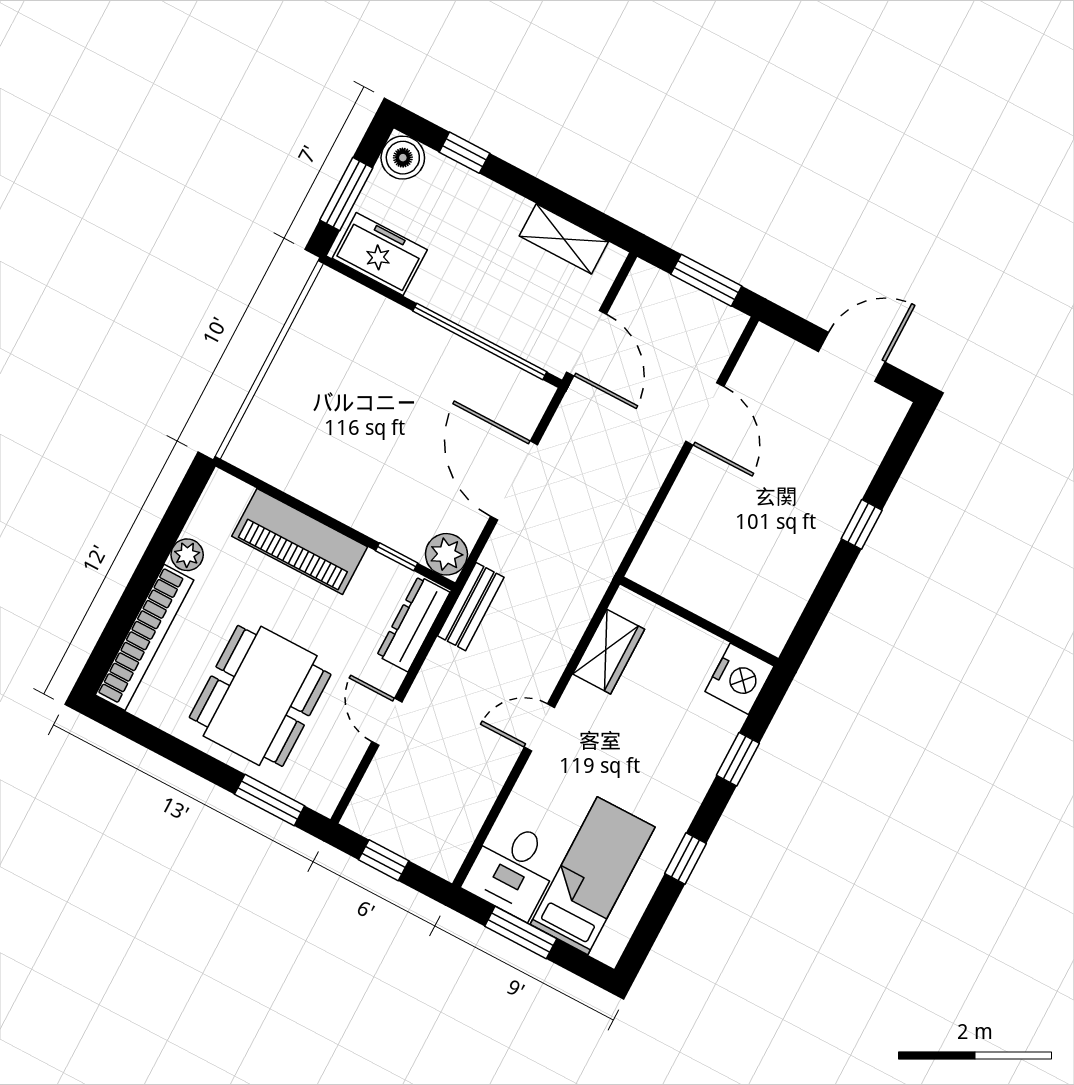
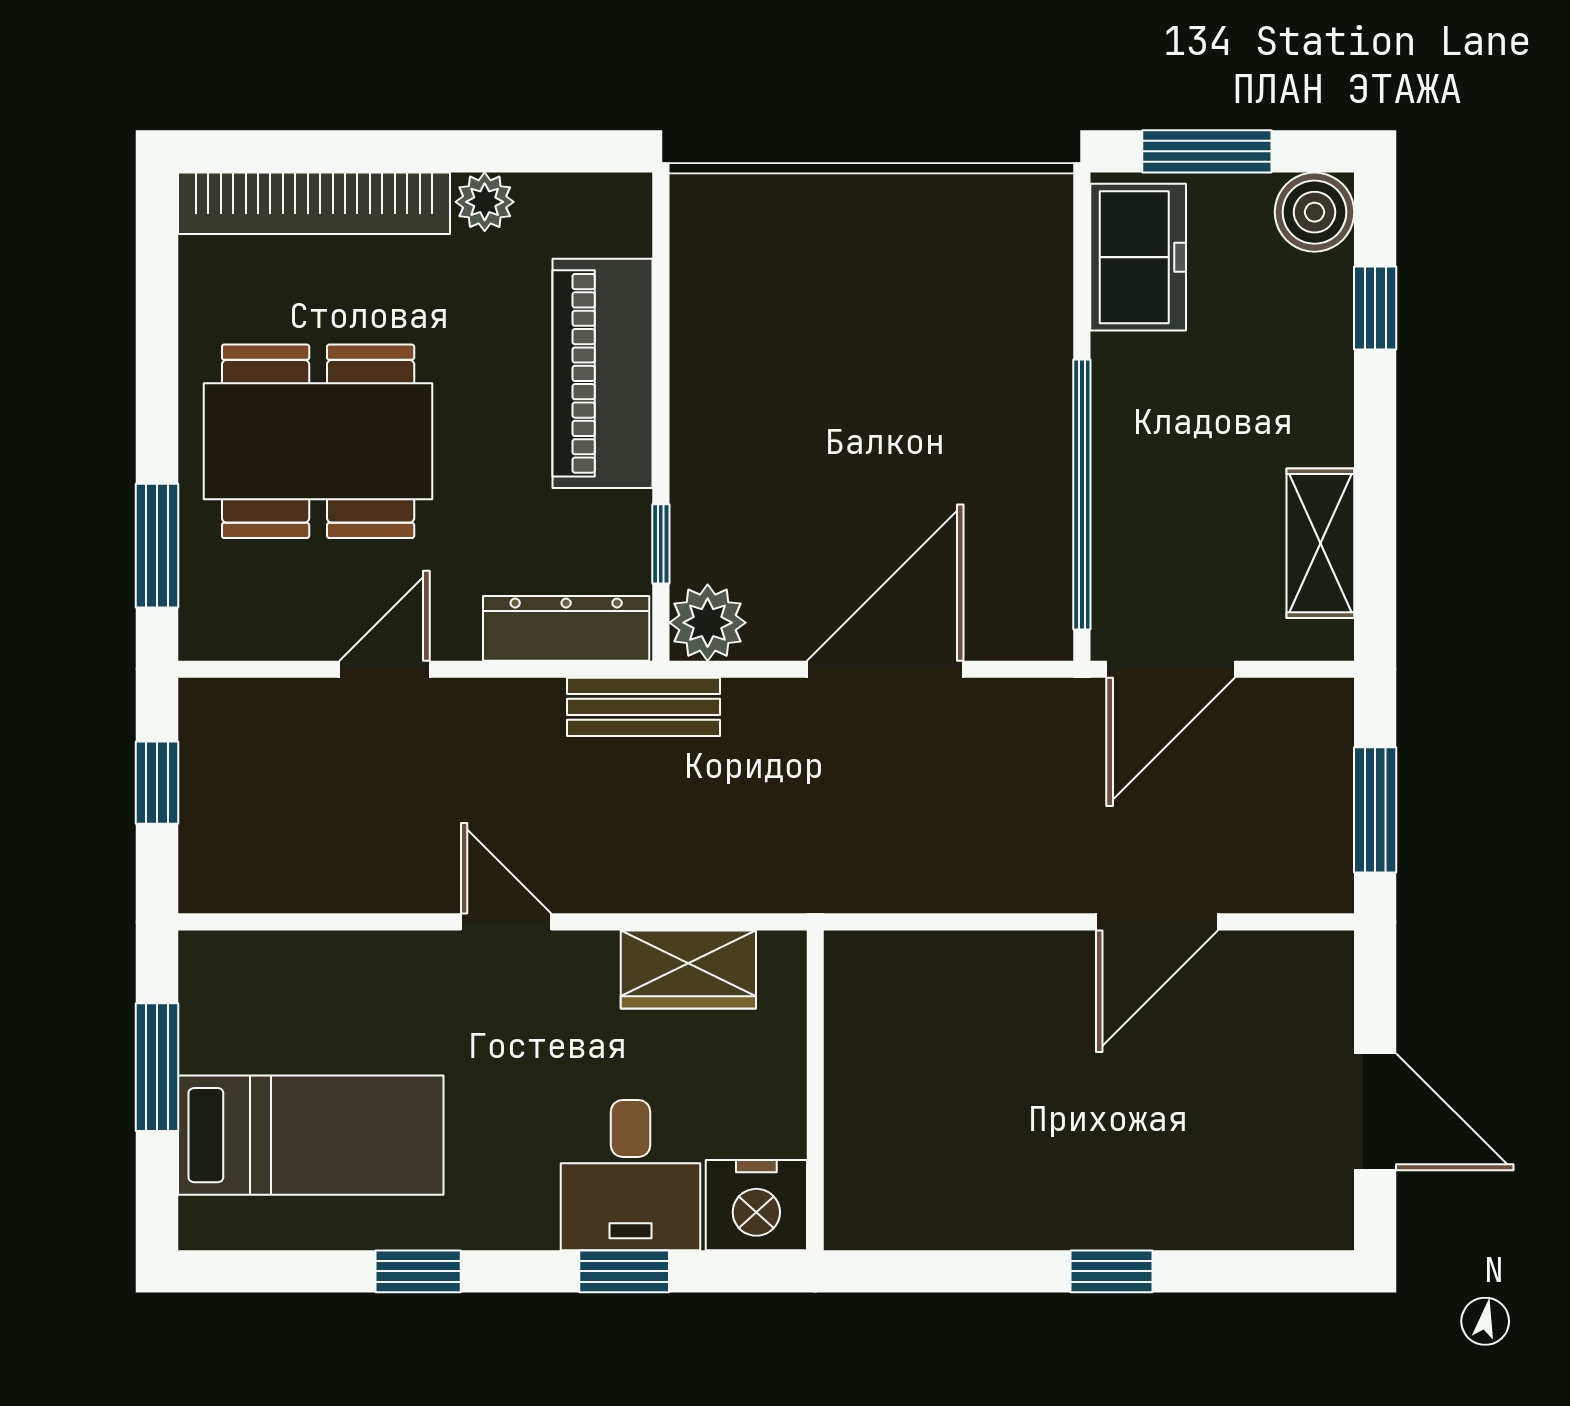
desk: (513, 869) -> (631, 1175), moved, turned -90

